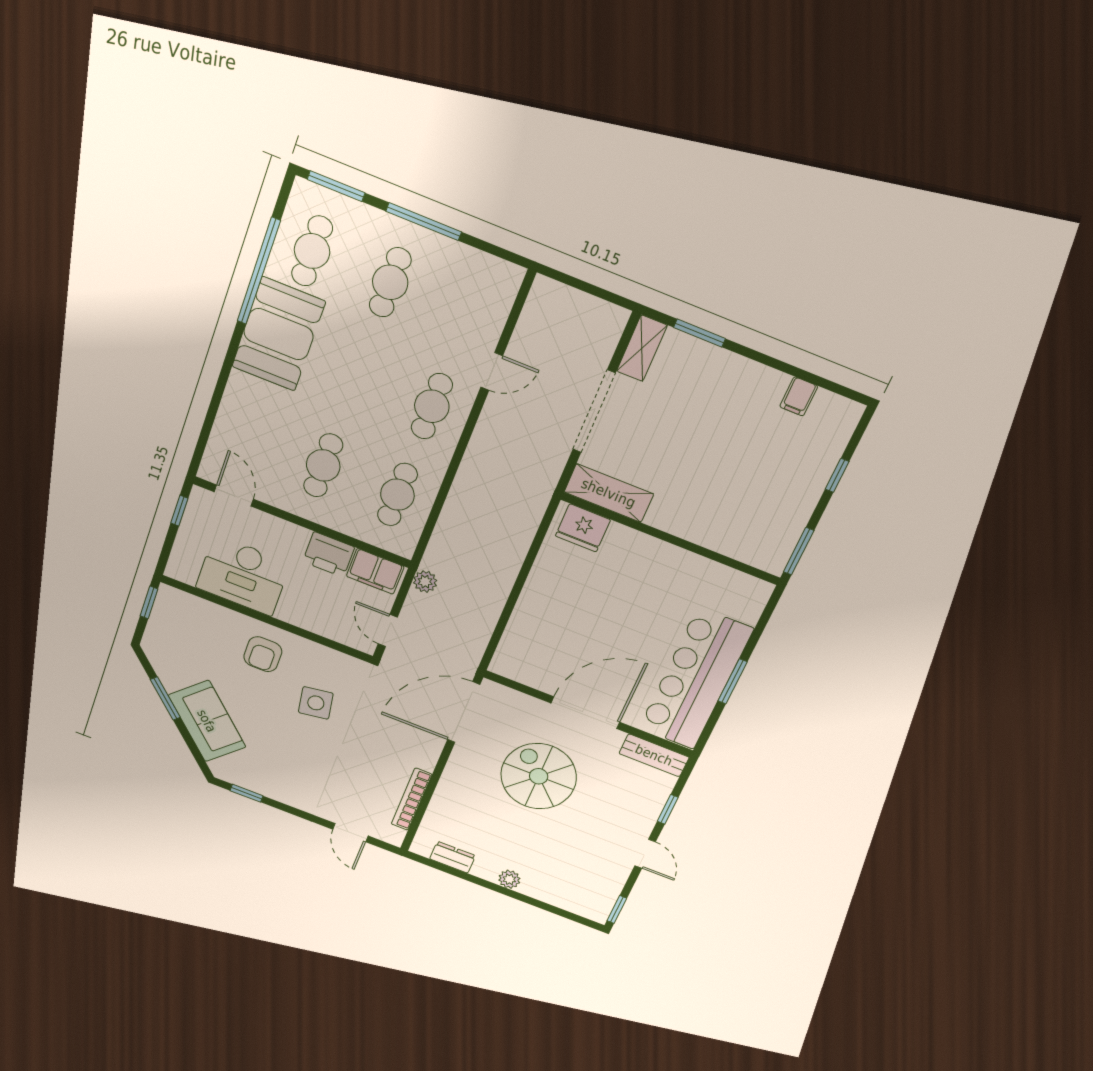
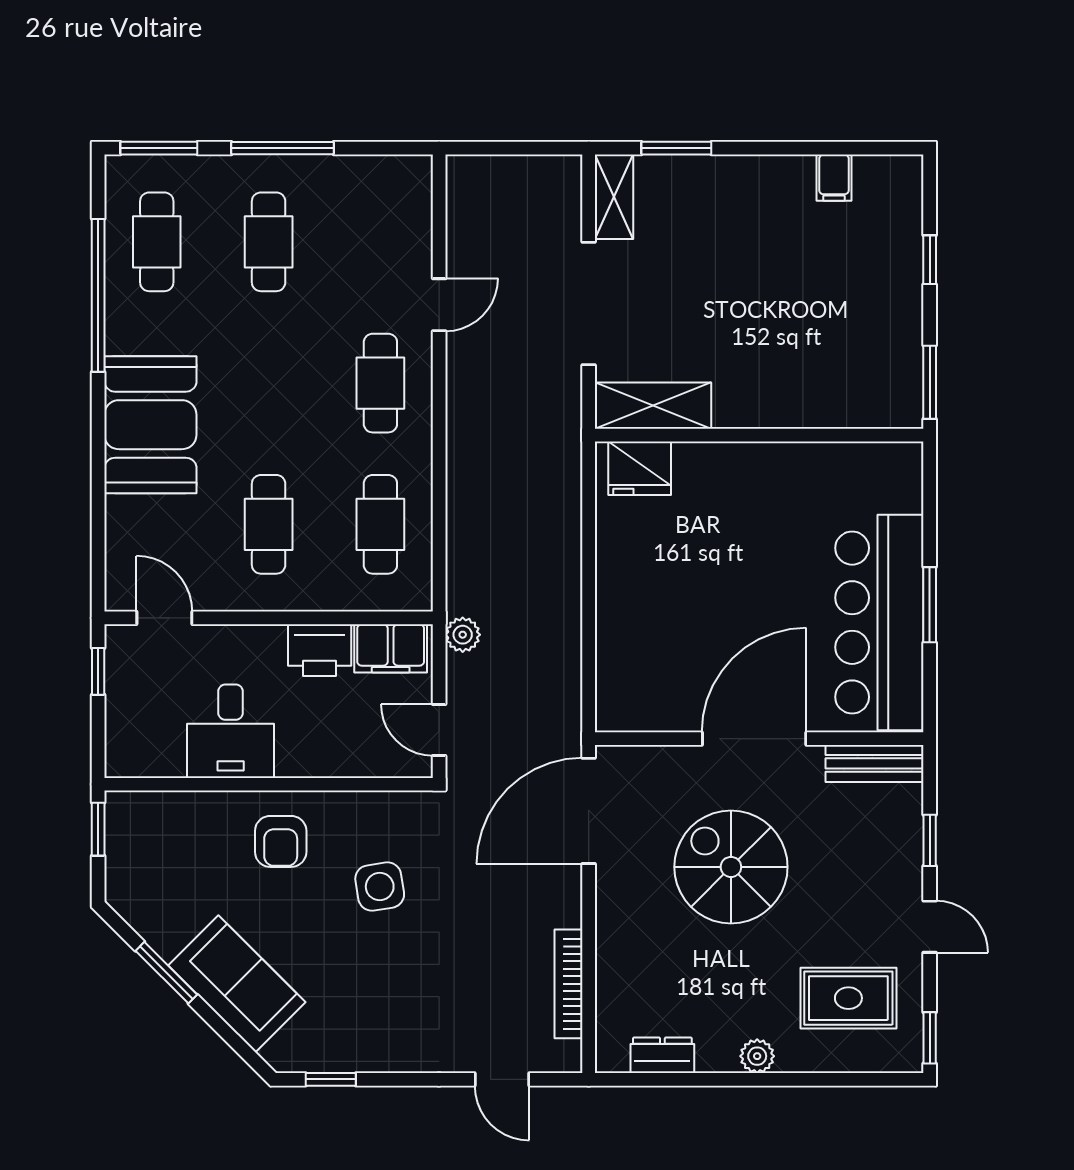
booth: (279, 334) -> (150, 425), moved
desk: (243, 575) -> (231, 731), width x0.73
rug: (578, 871) -> (848, 998), added

